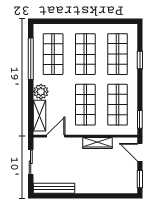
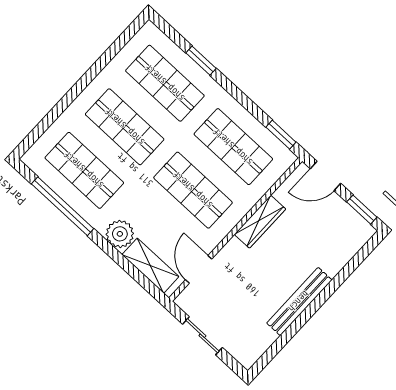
bench: (54, 188) -> (299, 301), moved

